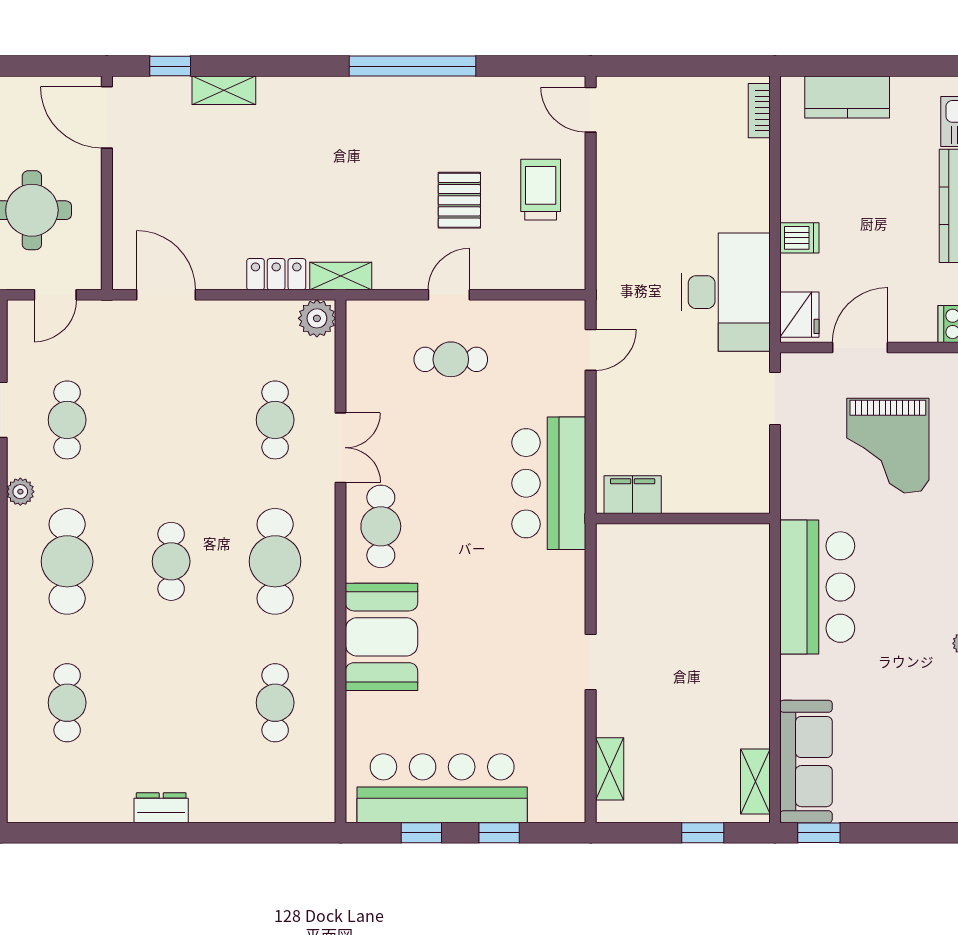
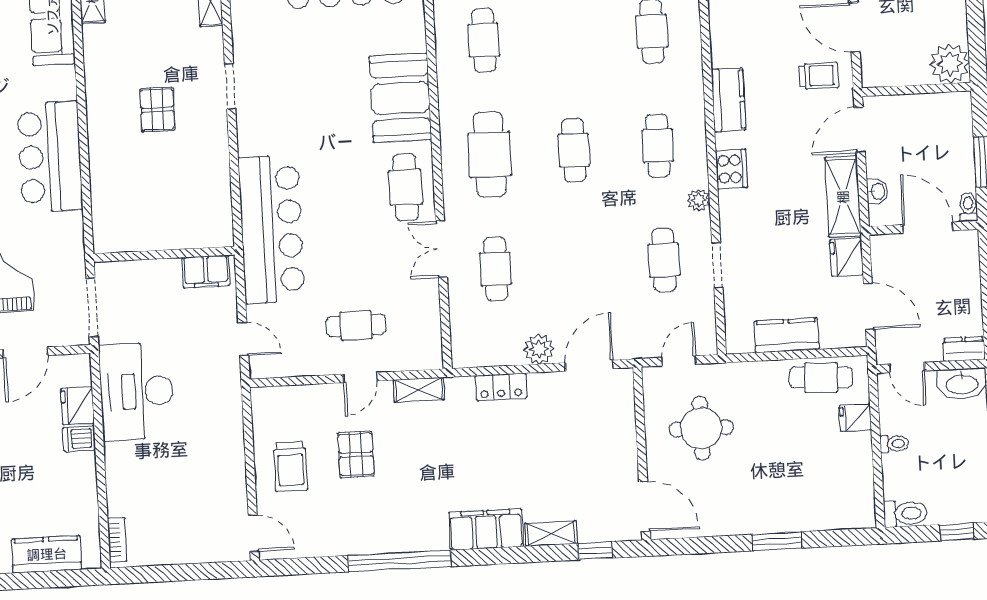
filing cabinet: (304, 99) -> (486, 529), added
shelving: (341, 276) -> (419, 390), moved
door: (166, 295) -> (589, 366), swing flipped
fridge: (799, 315) -> (77, 406), moved
plant: (317, 318) -> (539, 349), moved
door: (591, 350) -> (243, 339), swing flipped
doorway: (775, 398) -> (92, 307), width x1.38
bar counter: (549, 483) -> (271, 229), width x1.36
filing cabinet: (633, 495) -> (206, 272), moved
wall: (683, 519) -> (164, 254), moved
cafe table: (67, 561) -> (658, 146), width x0.73, depth x0.74
pallet: (682, 638) -> (157, 110), added

